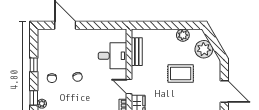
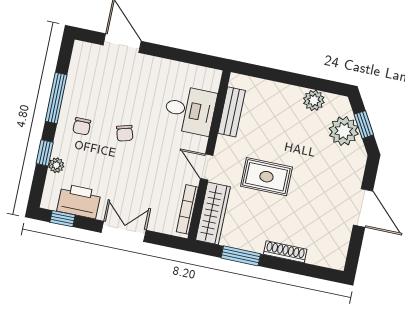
window: (215, 43) -> (364, 125), added
window: (34, 65) -> (56, 98), width x2.17
rug: (181, 73) -> (266, 177), moved

